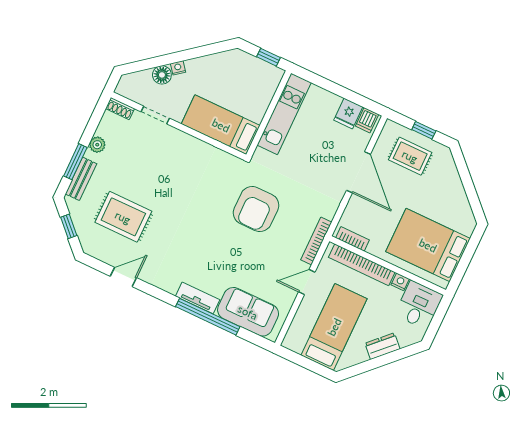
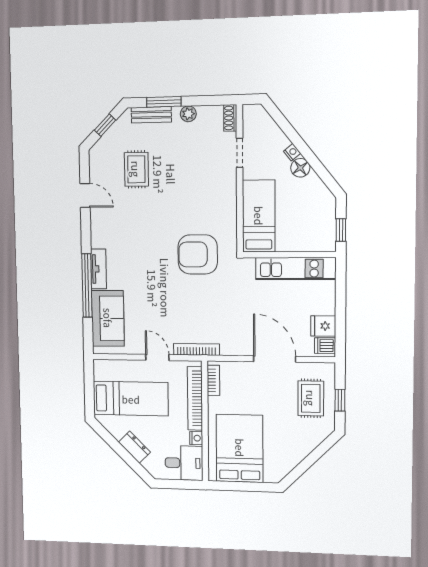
floor lamp: (162, 75) -> (300, 168), moved
door: (358, 172) -> (275, 359), swing flipped
armchair: (256, 209) -> (198, 254), moved
rug: (123, 217) -> (136, 169), width x0.73, depth x0.70

